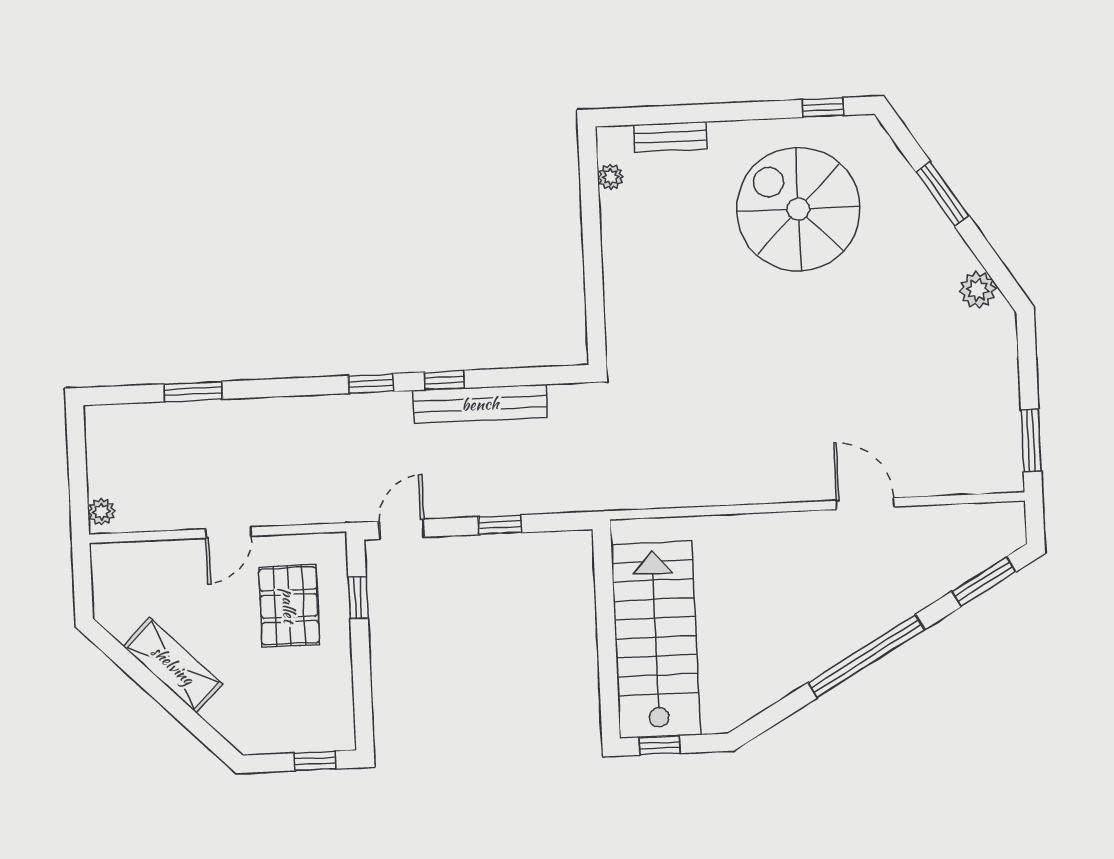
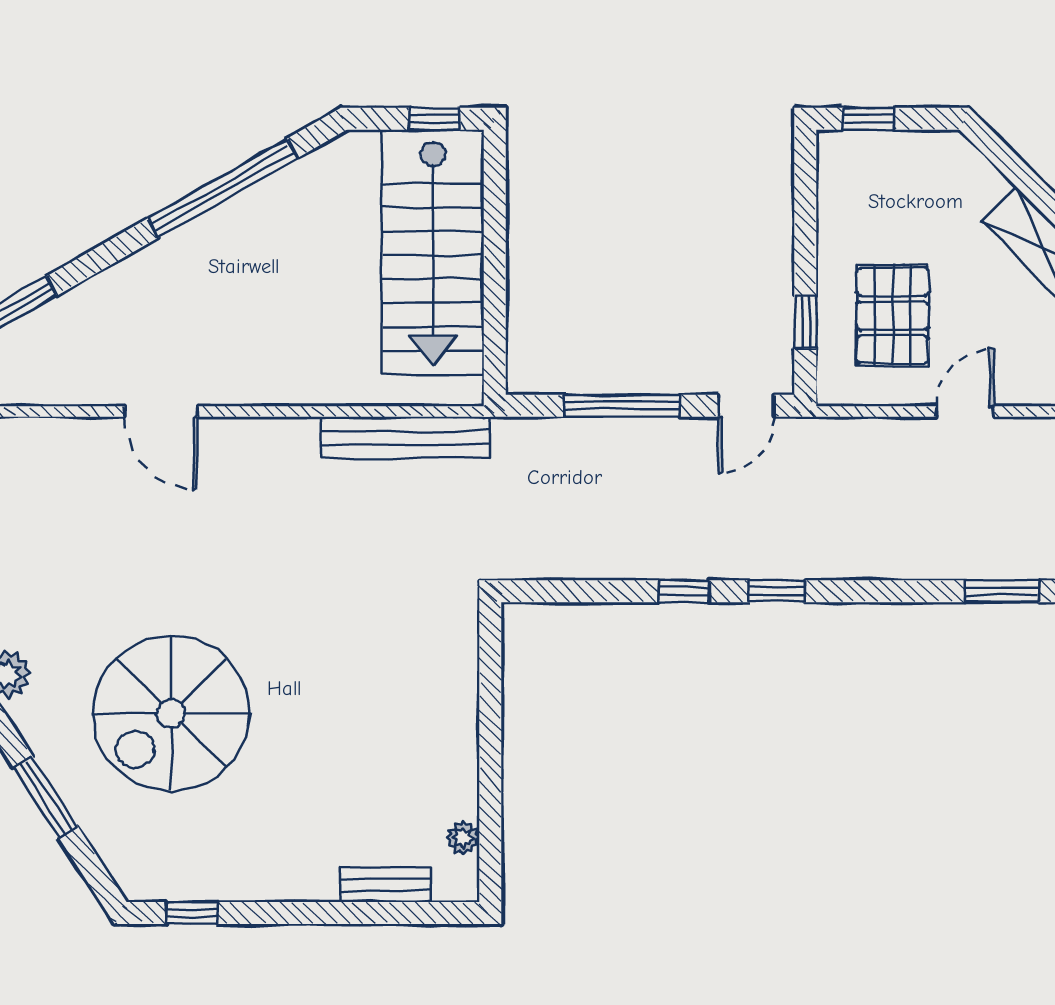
spiral stairs: (798, 209) -> (171, 713), moved, turned 90
bench: (480, 404) -> (405, 438), moved
window: (500, 525) -> (622, 406), width x2.17
window: (866, 656) -> (223, 188), moved

